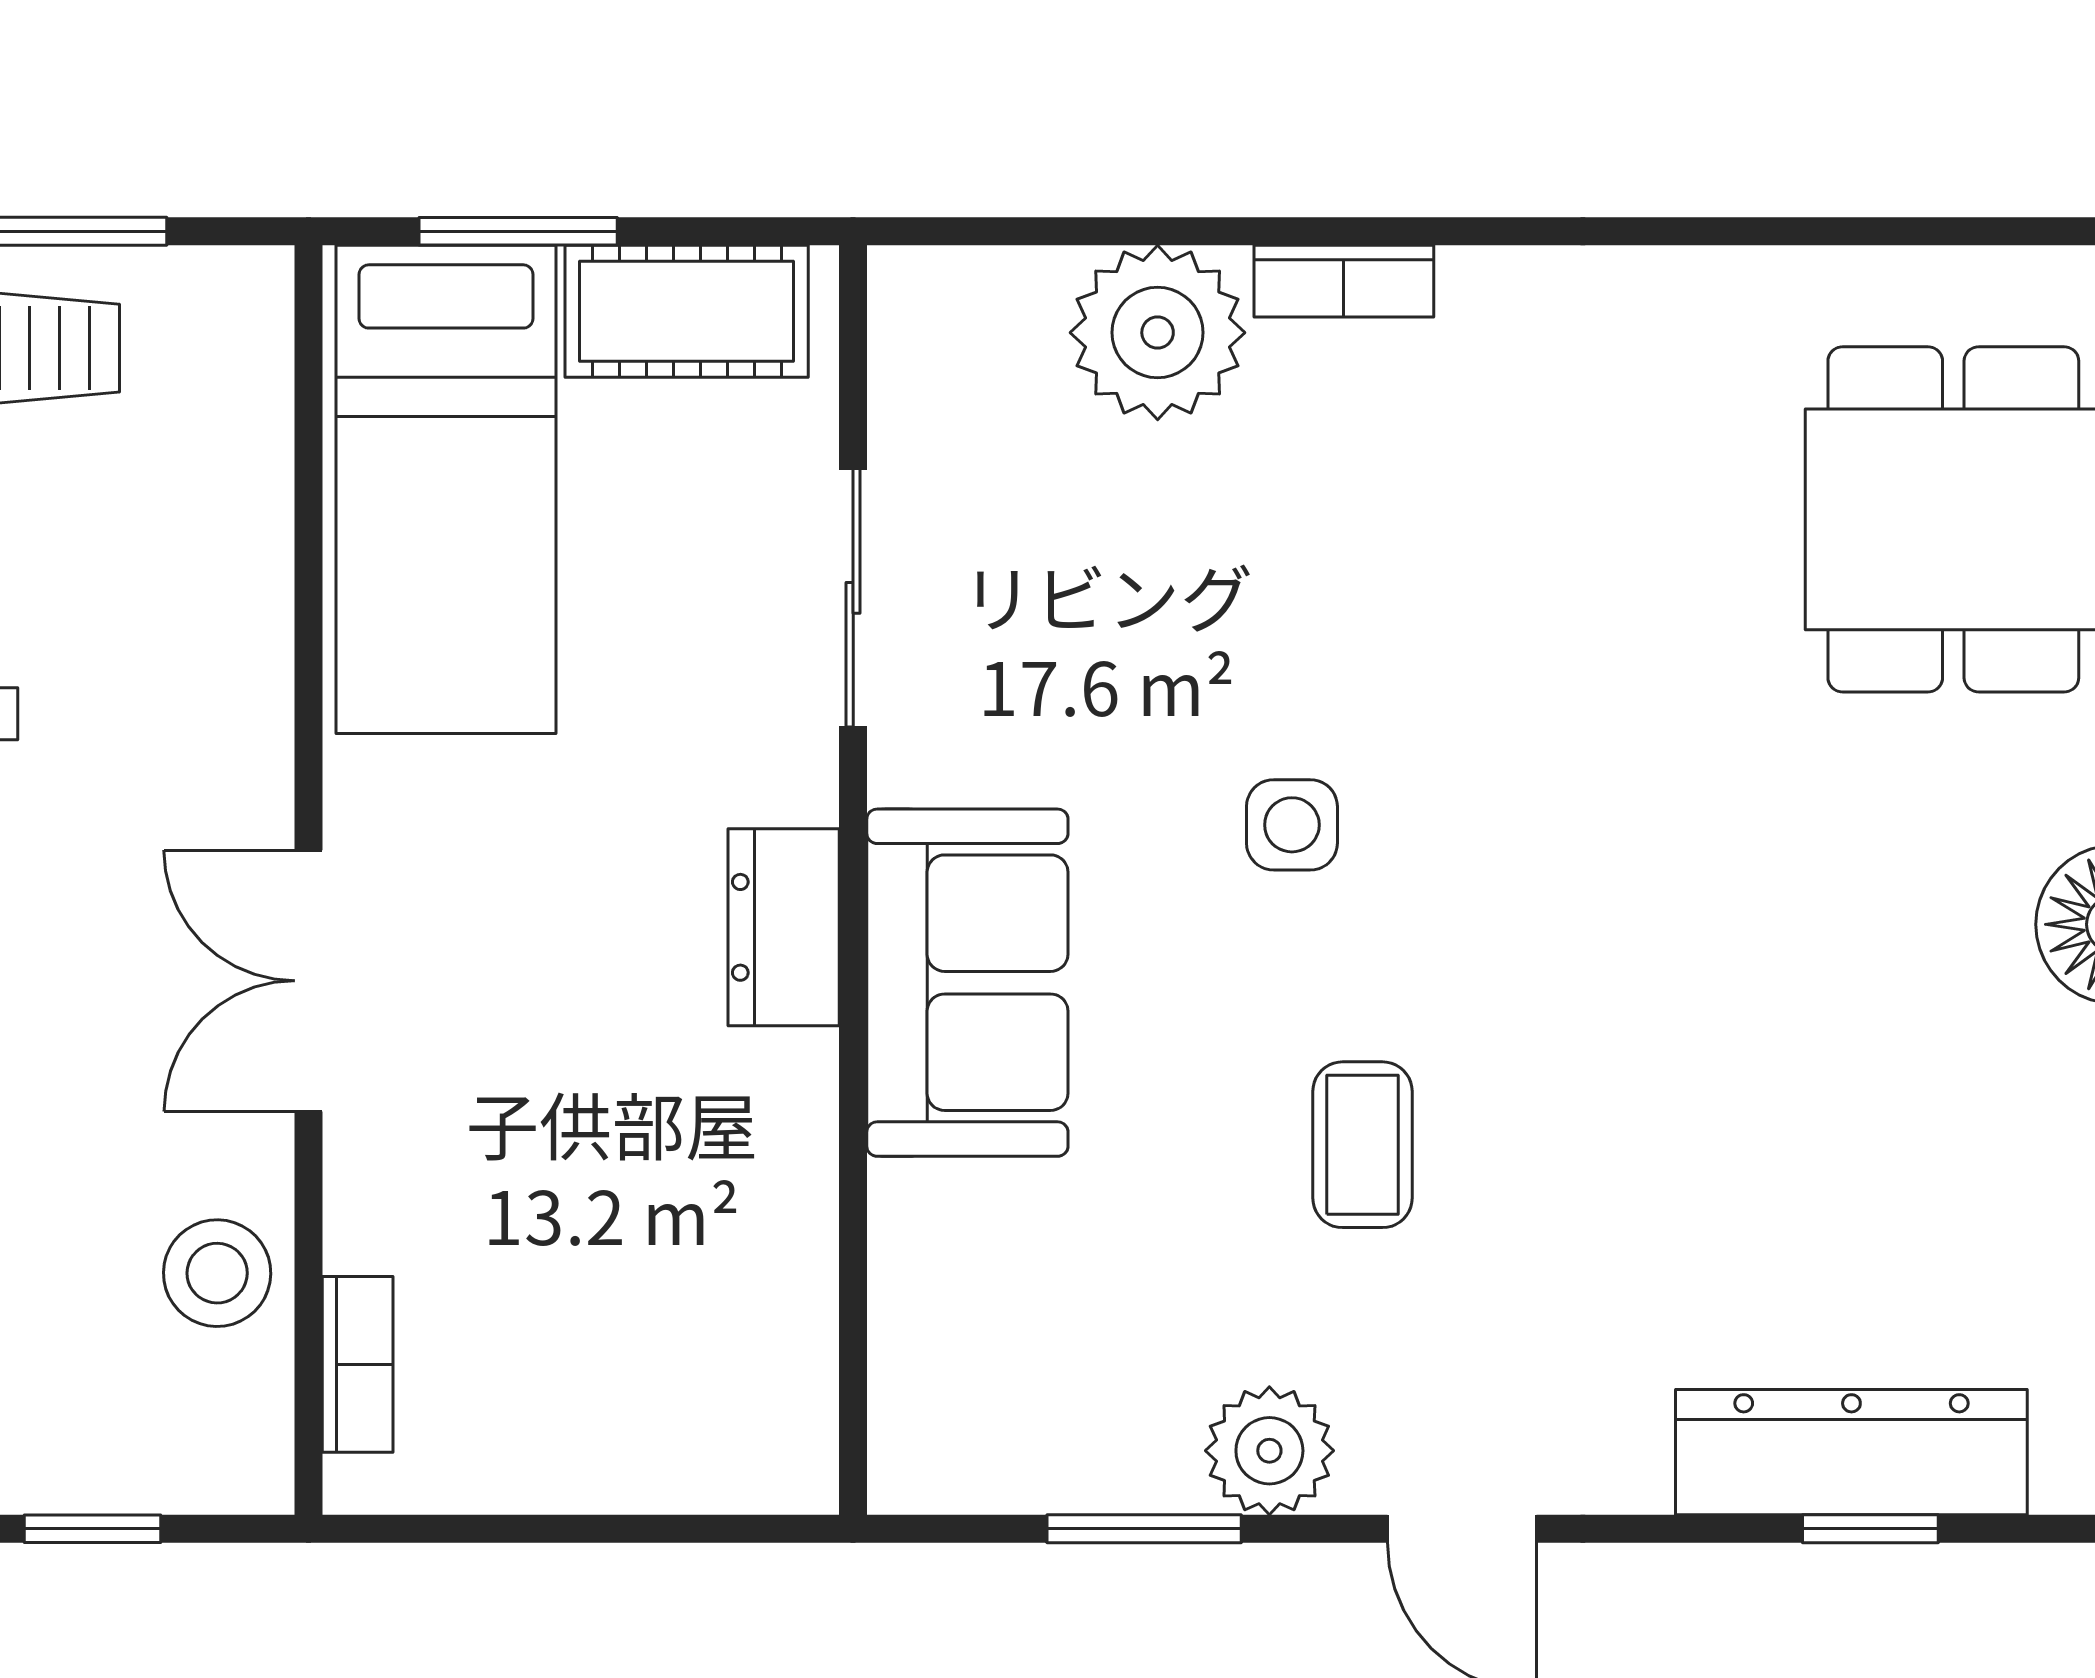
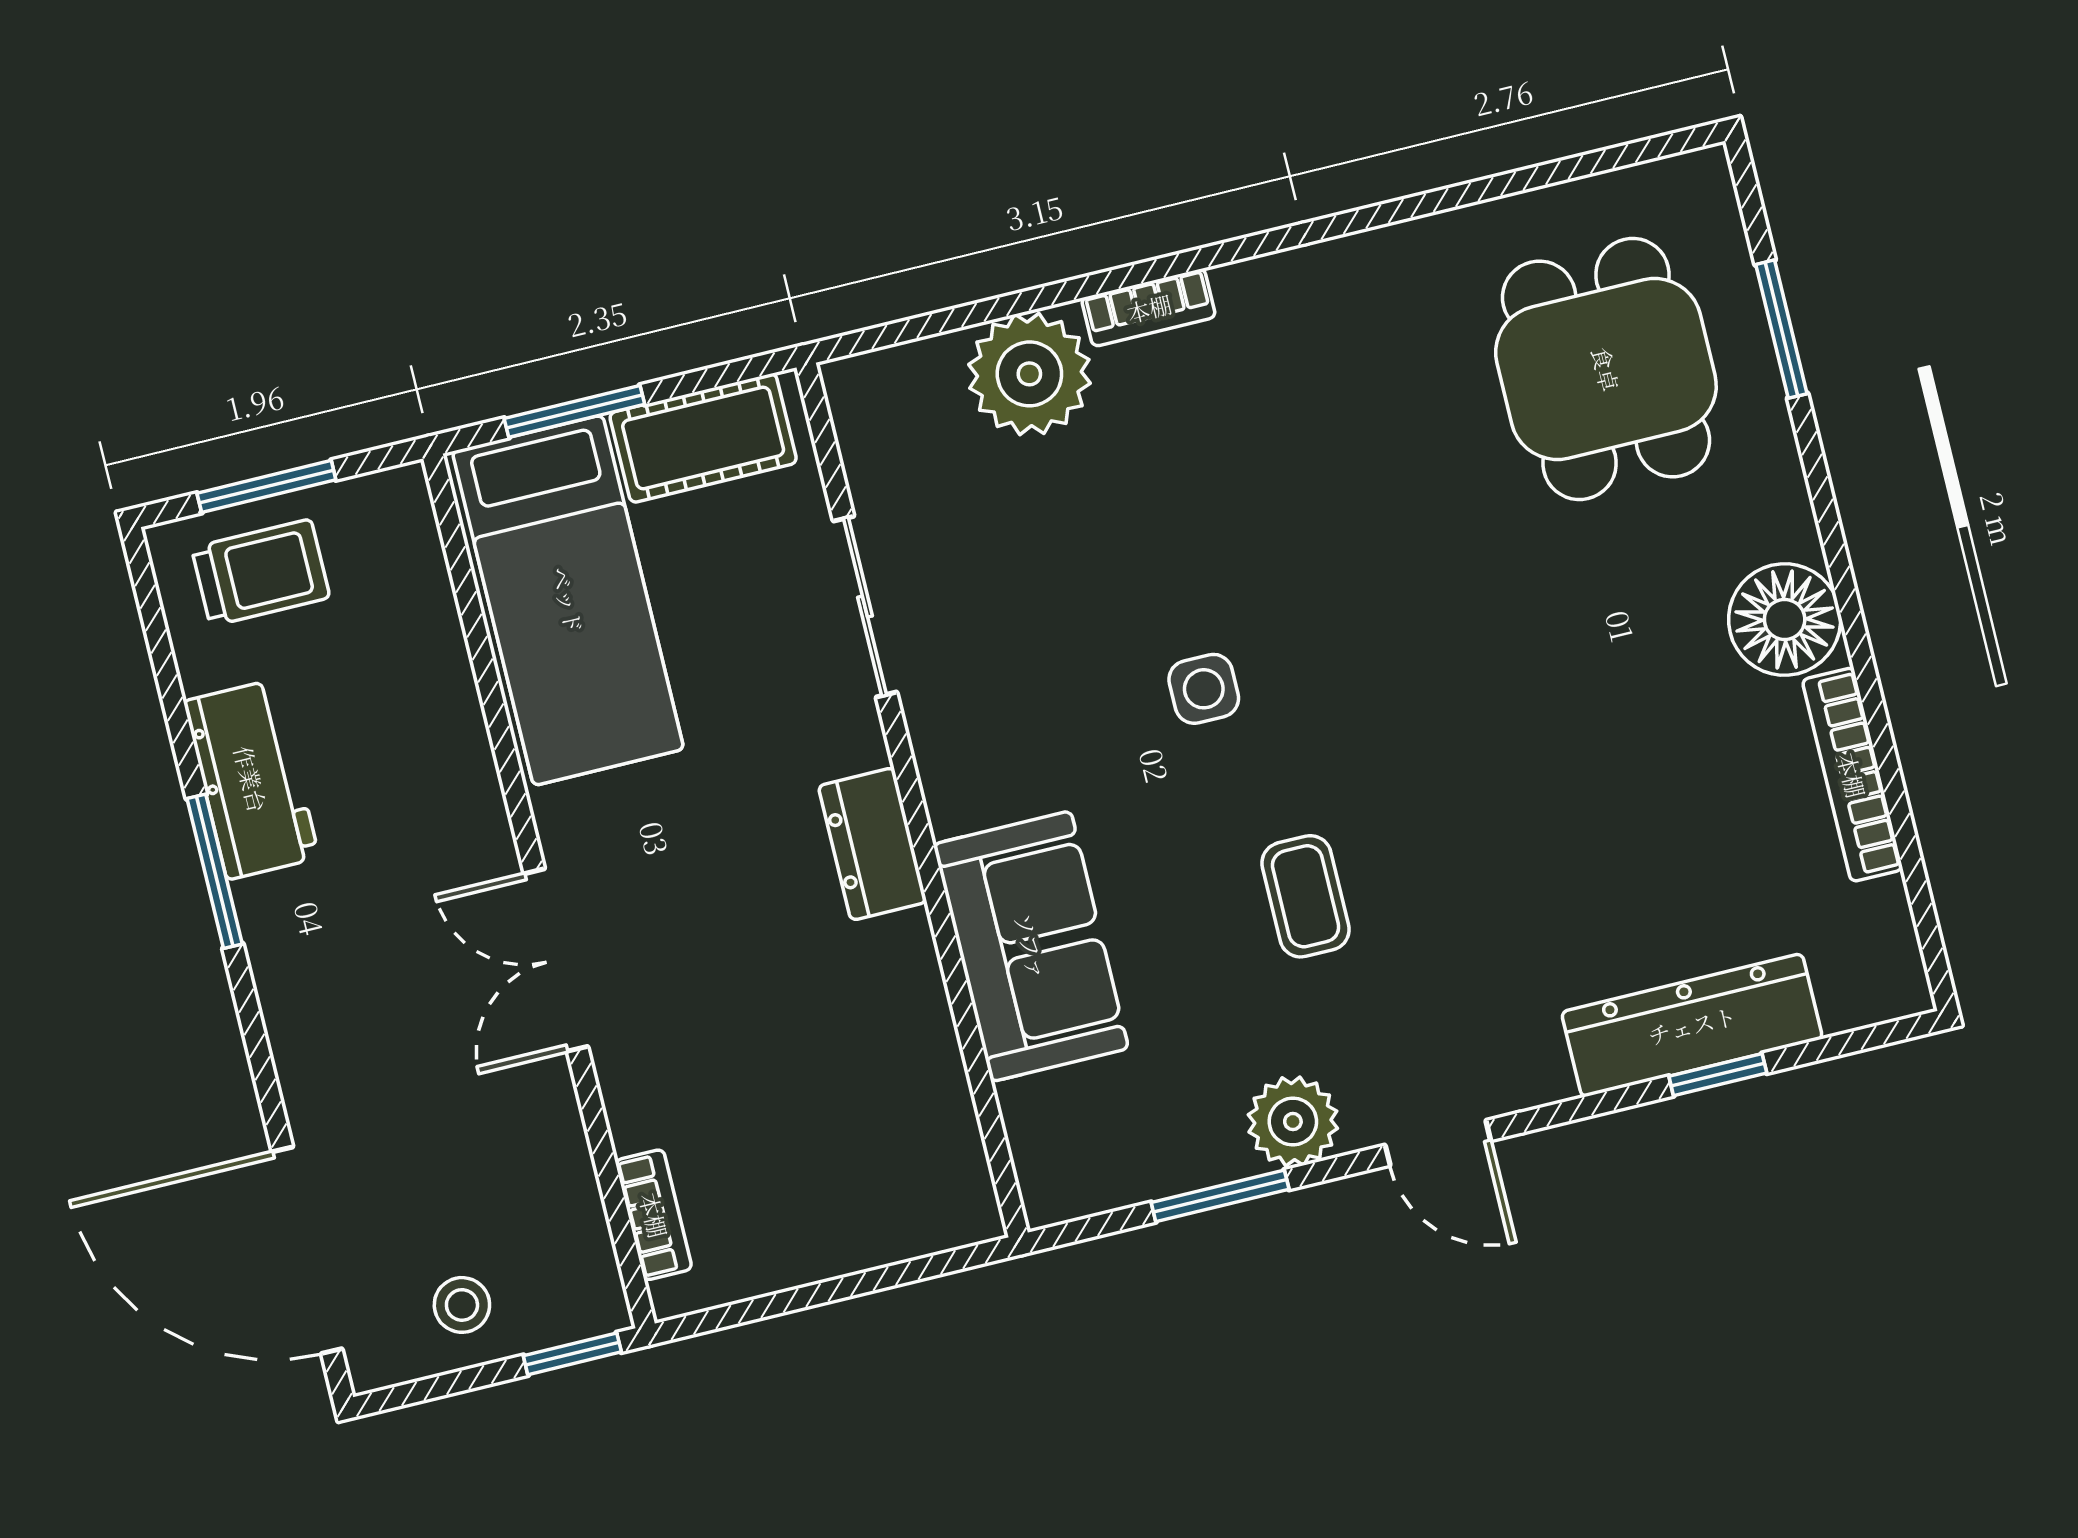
sofa: (967, 983) -> (1031, 946), moved
stool: (217, 1273) -> (462, 1305), moved, width x0.73, depth x0.73
window: (92, 1529) -> (572, 1354), moved

